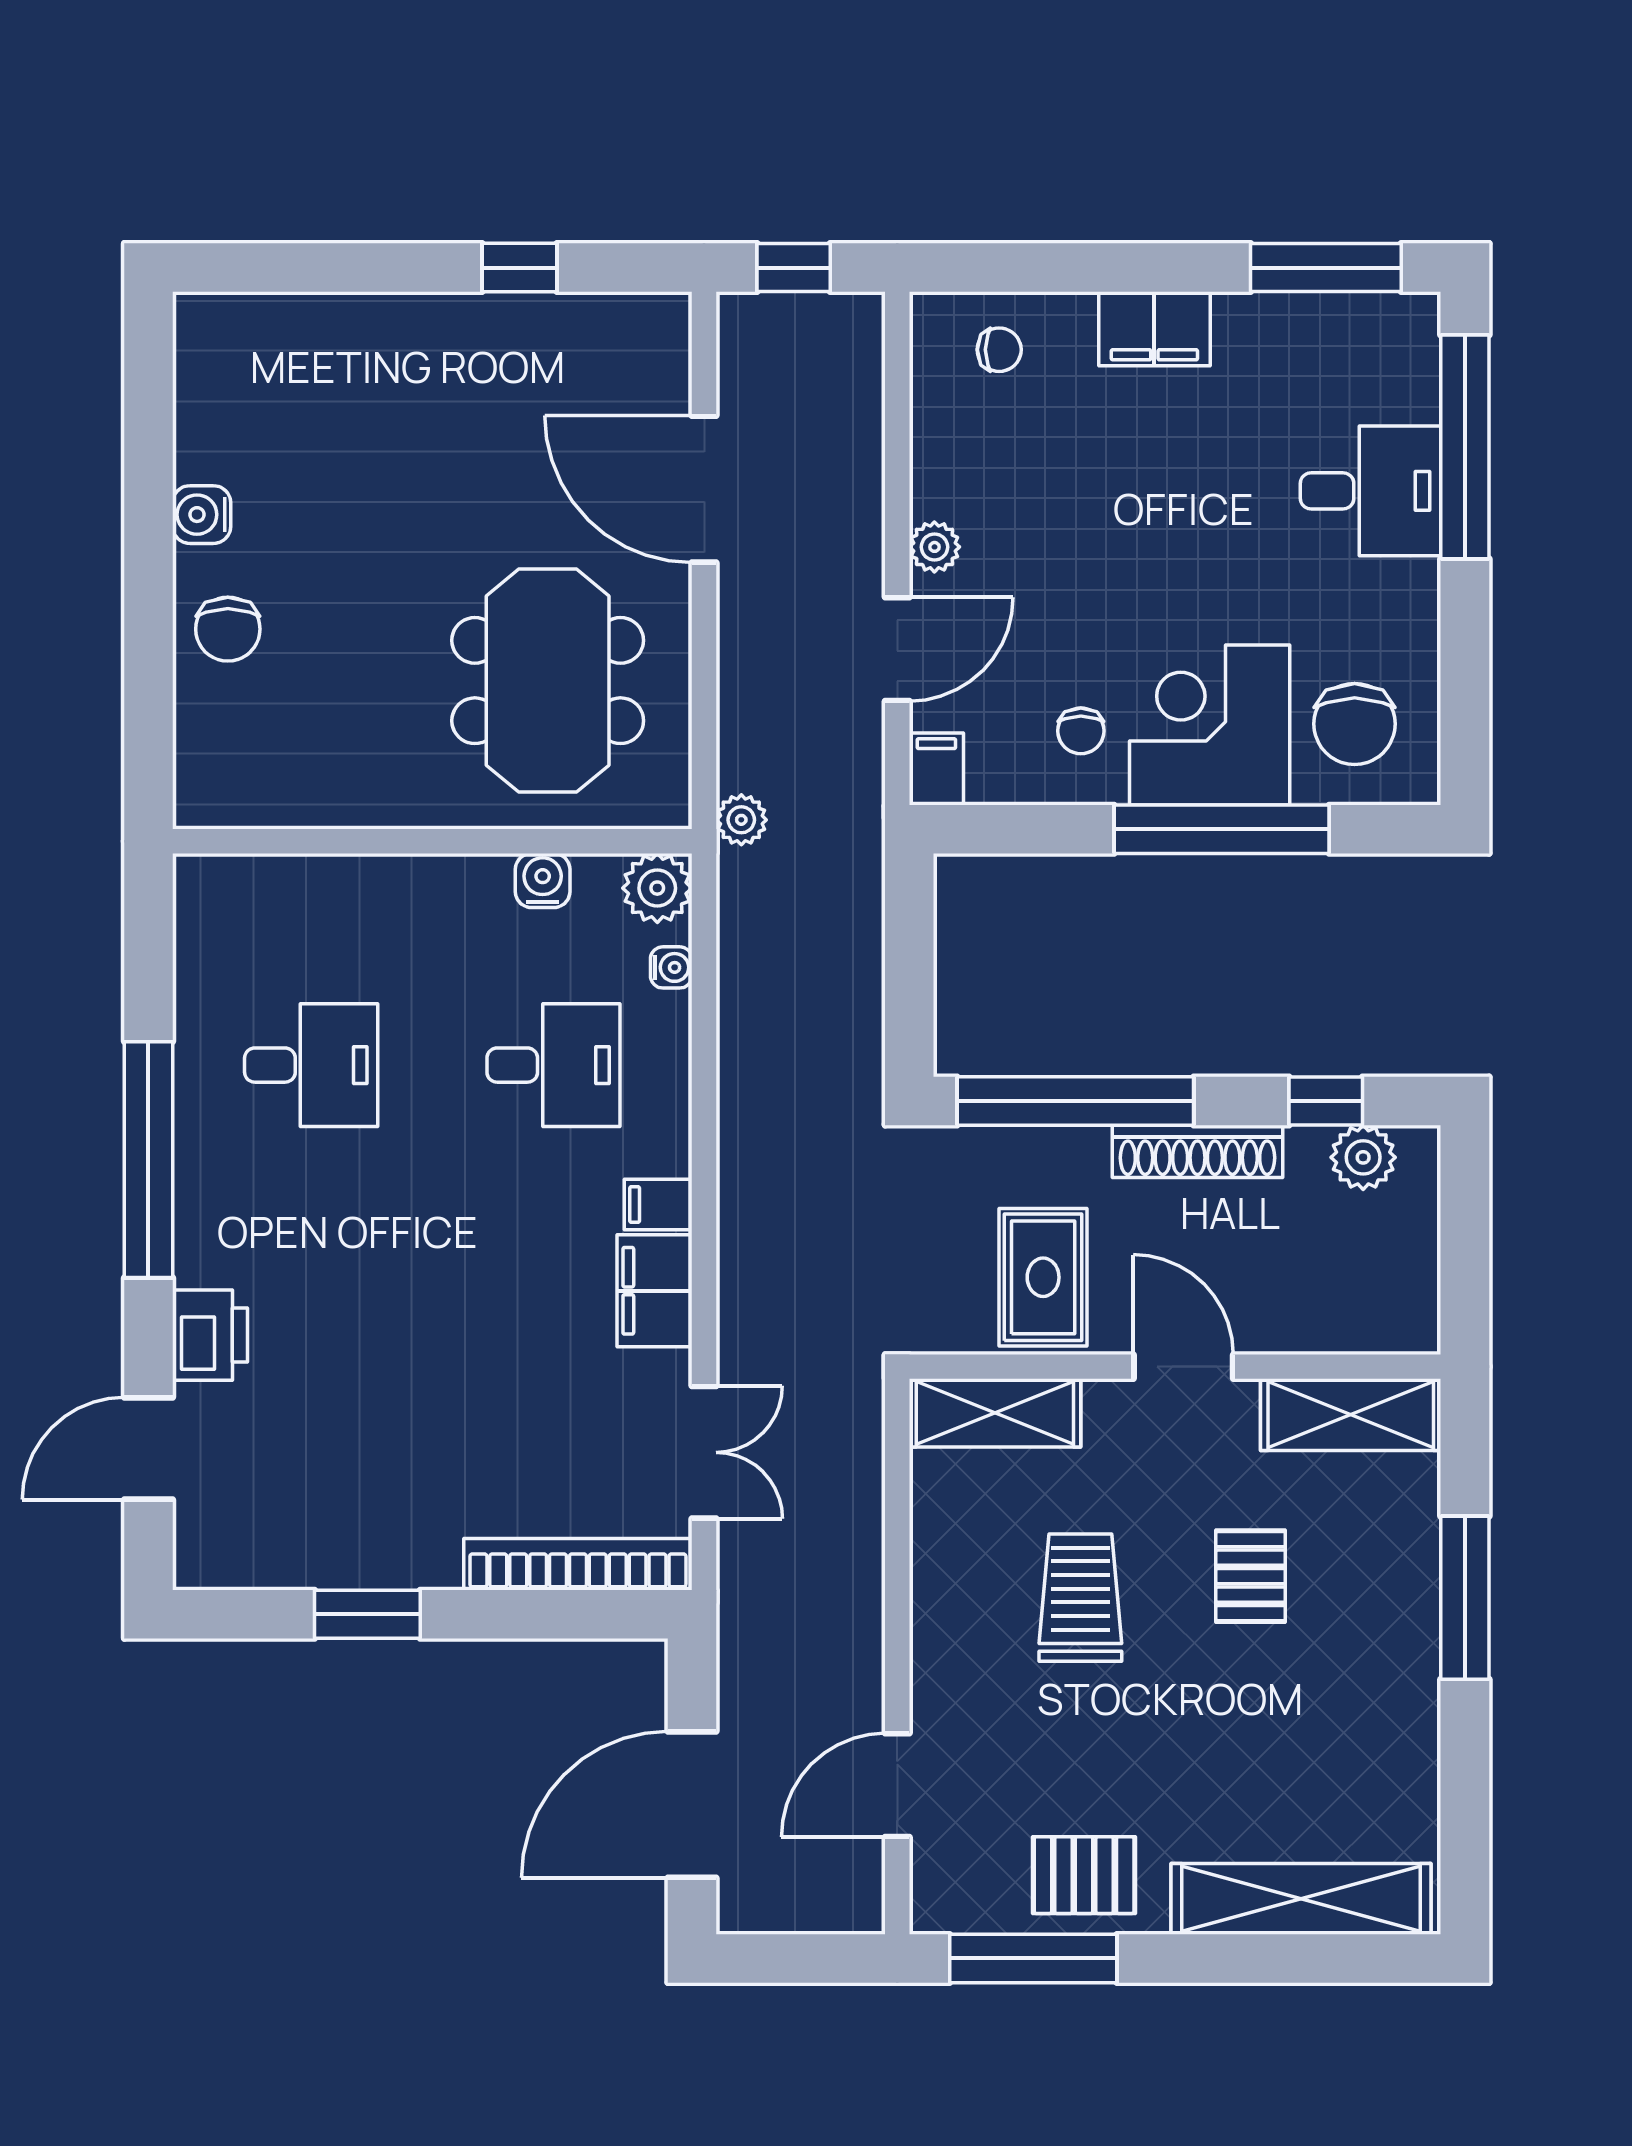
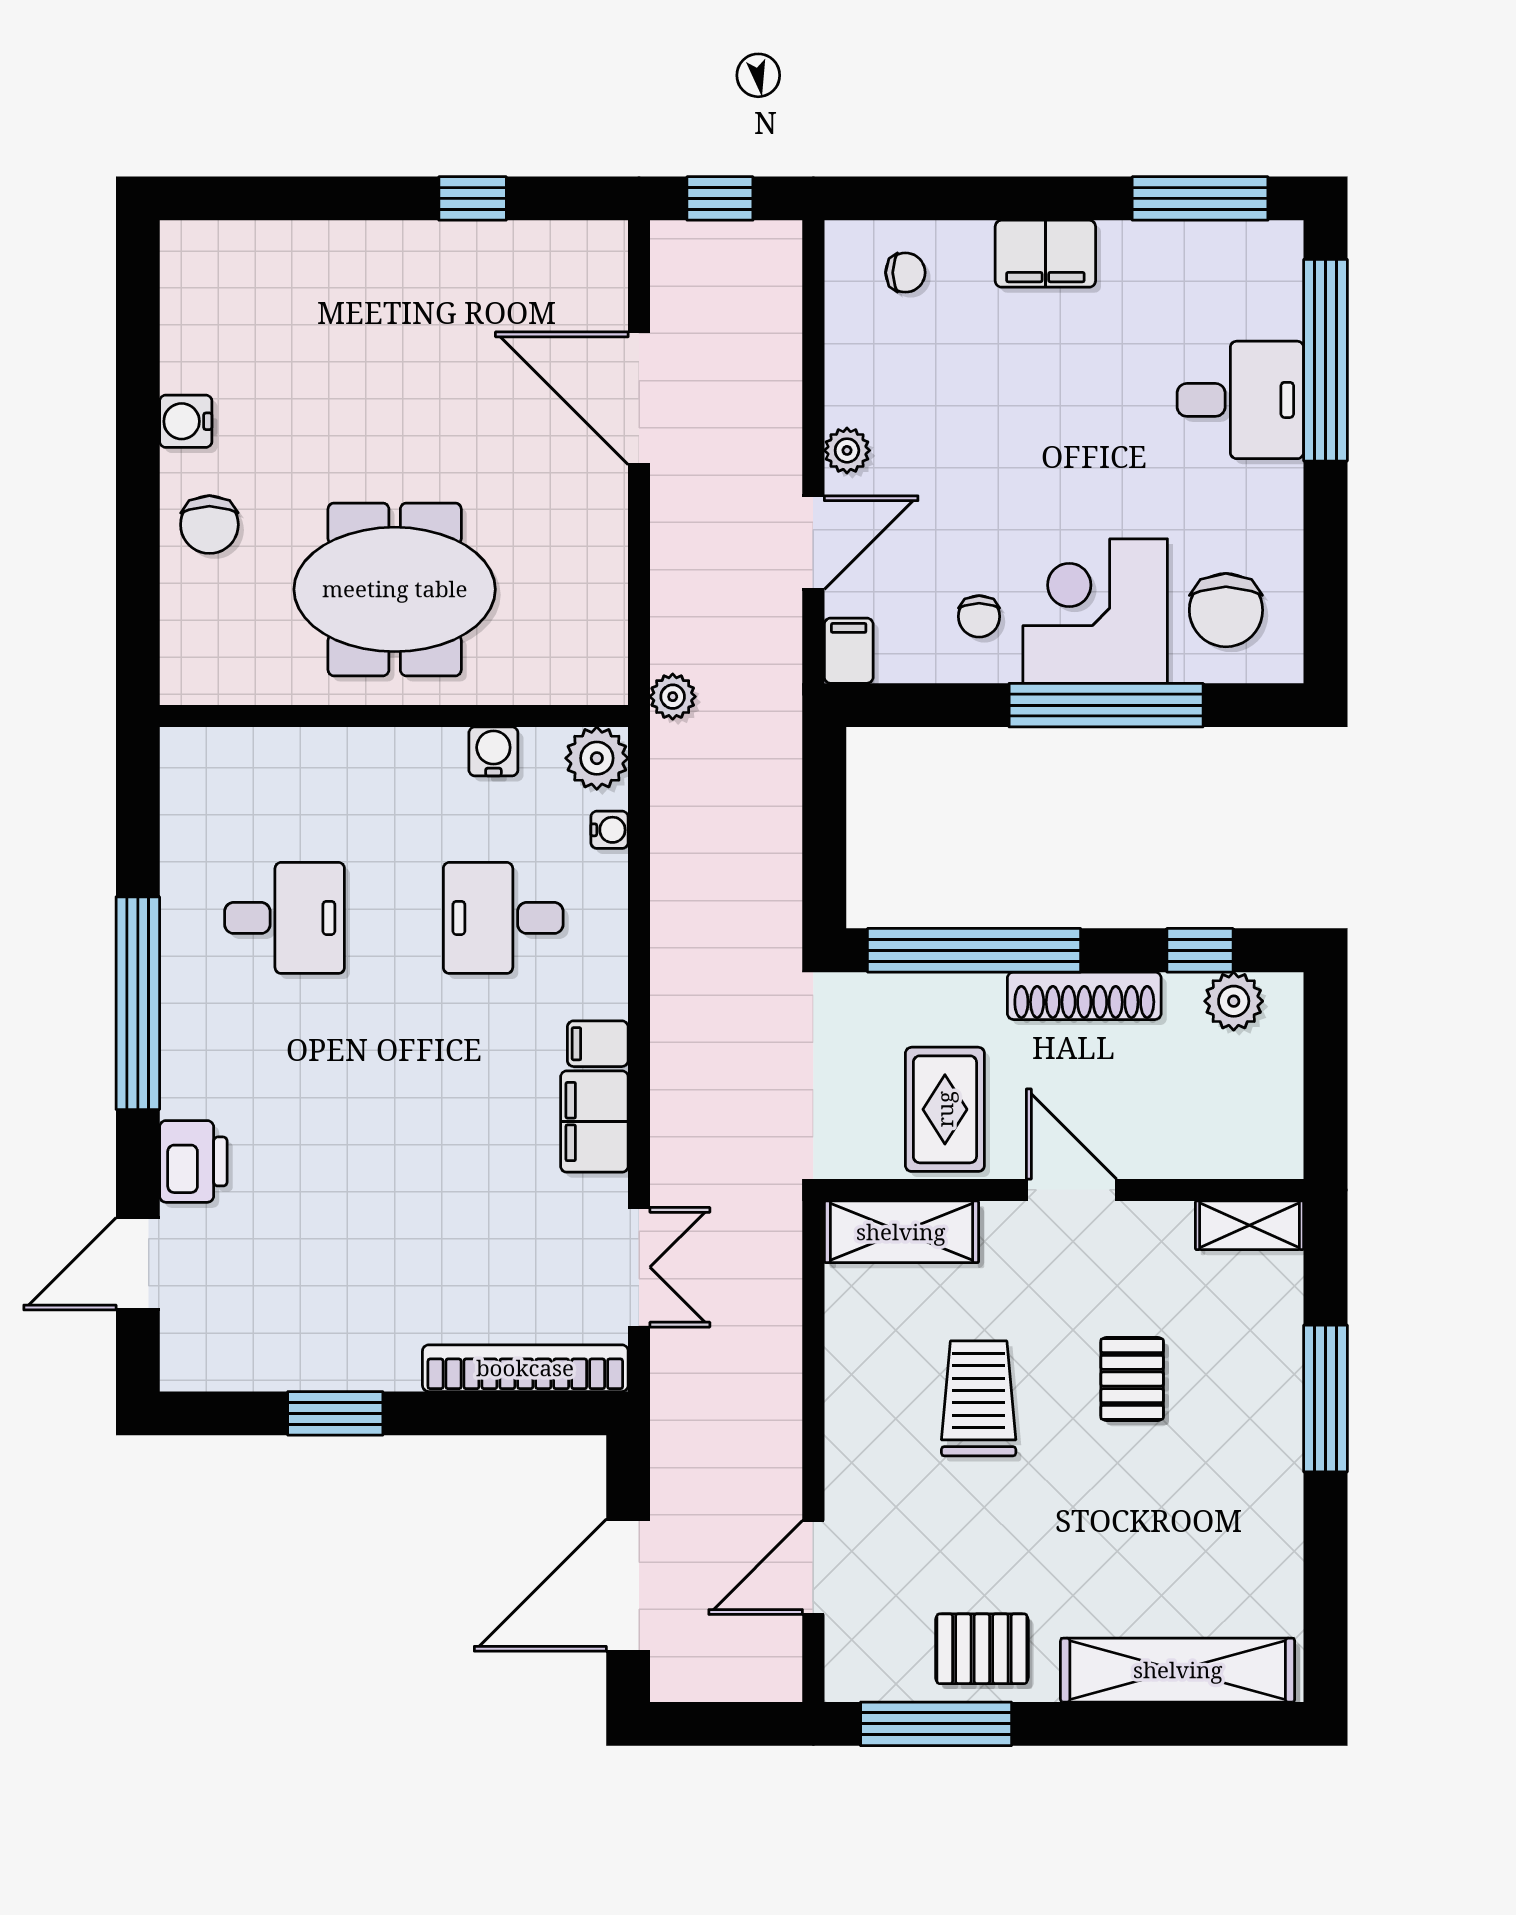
meeting table: (548, 681) -> (395, 589), moved, turned 90
desk: (553, 1065) -> (503, 918), turned 180
shelving: (1351, 1415) -> (1250, 1225), width x0.67, depth x0.75

